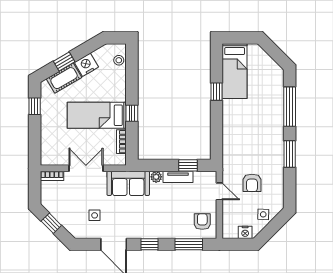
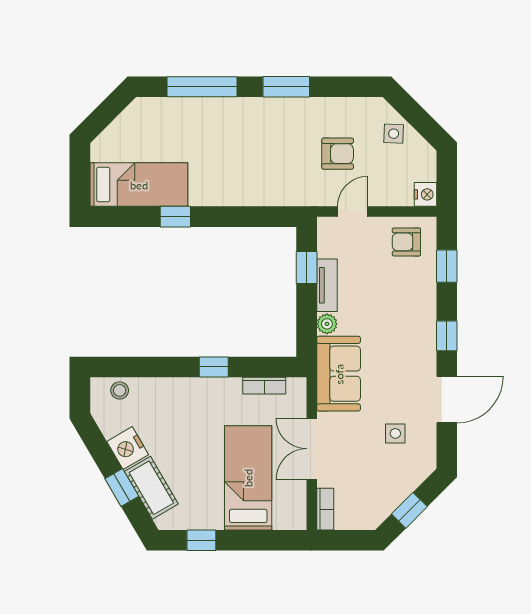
bed: (97, 115) -> (248, 478), moved, turned 180
nightstand: (245, 232) -> (425, 194), moved
window: (189, 244) -> (447, 266), width x0.67

